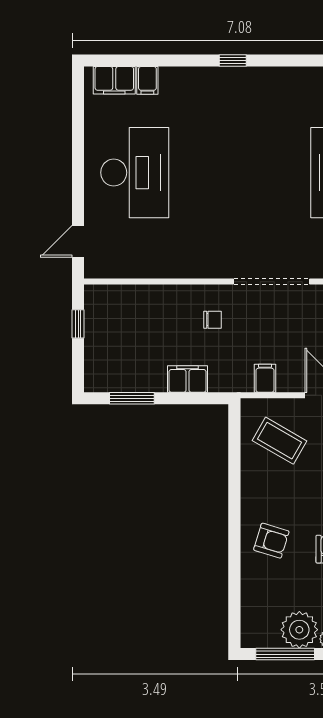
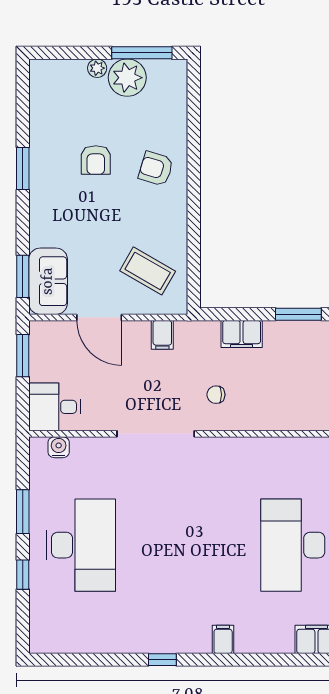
window: (233, 61) -> (162, 660), moved
filing cabinet: (147, 80) -> (223, 639), moved

